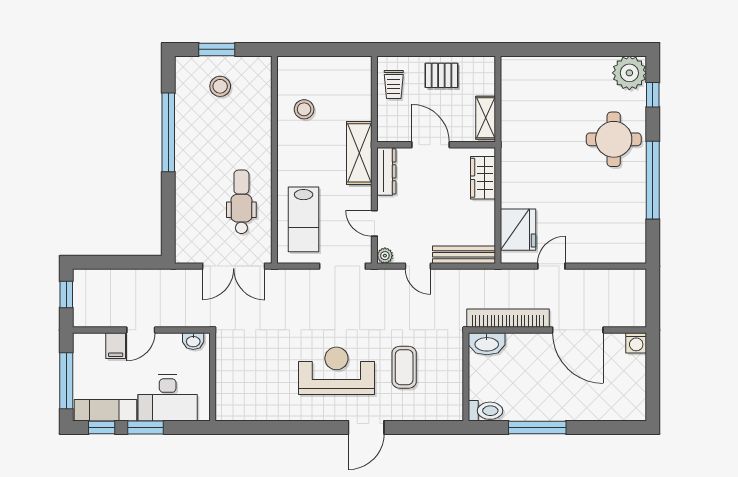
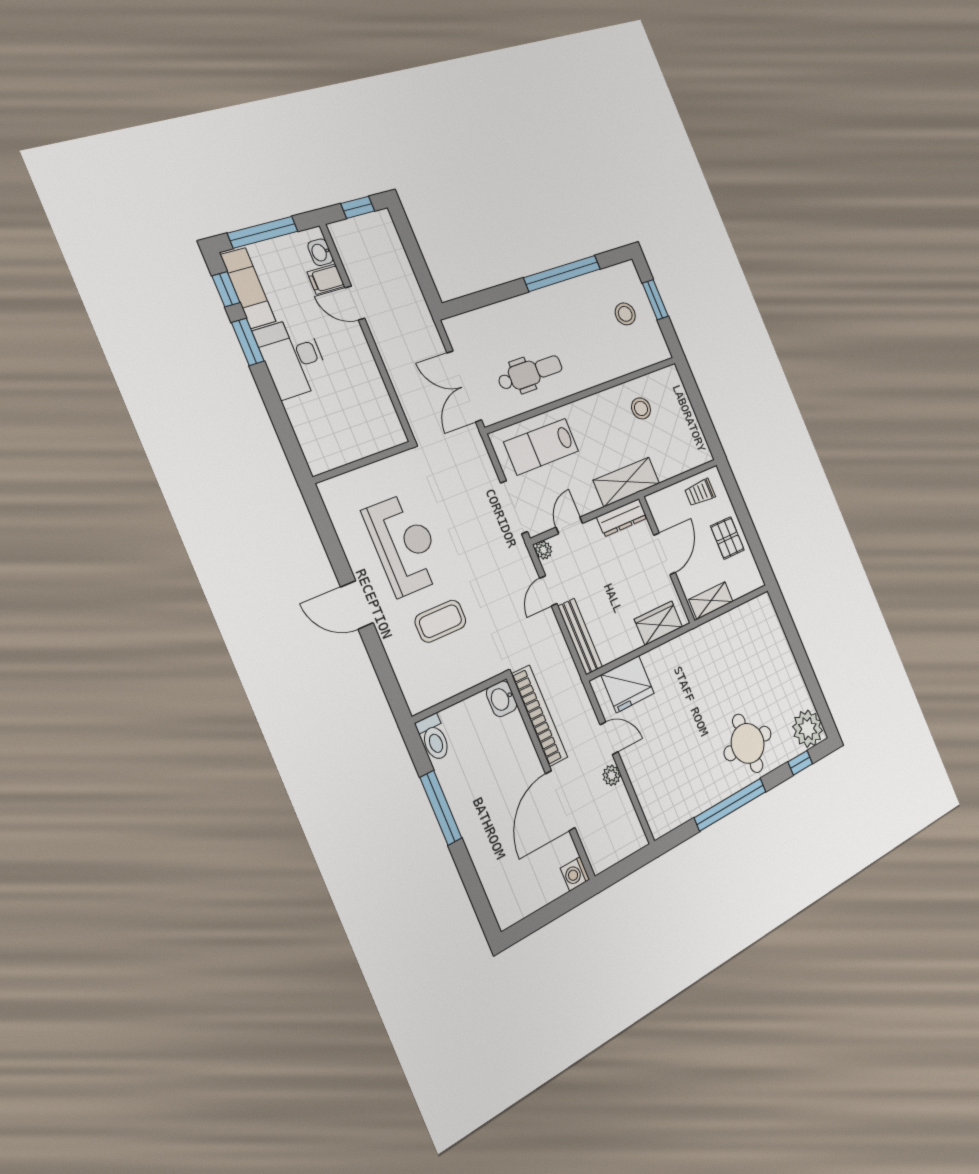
plant: (580, 277) -> (612, 775), added
washbasin: (193, 341) -> (320, 252), moved
washbasin: (487, 344) -> (502, 699), width x0.72
wall: (213, 377) -> (363, 462), moved

